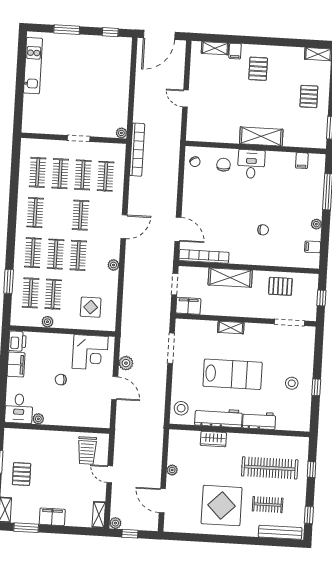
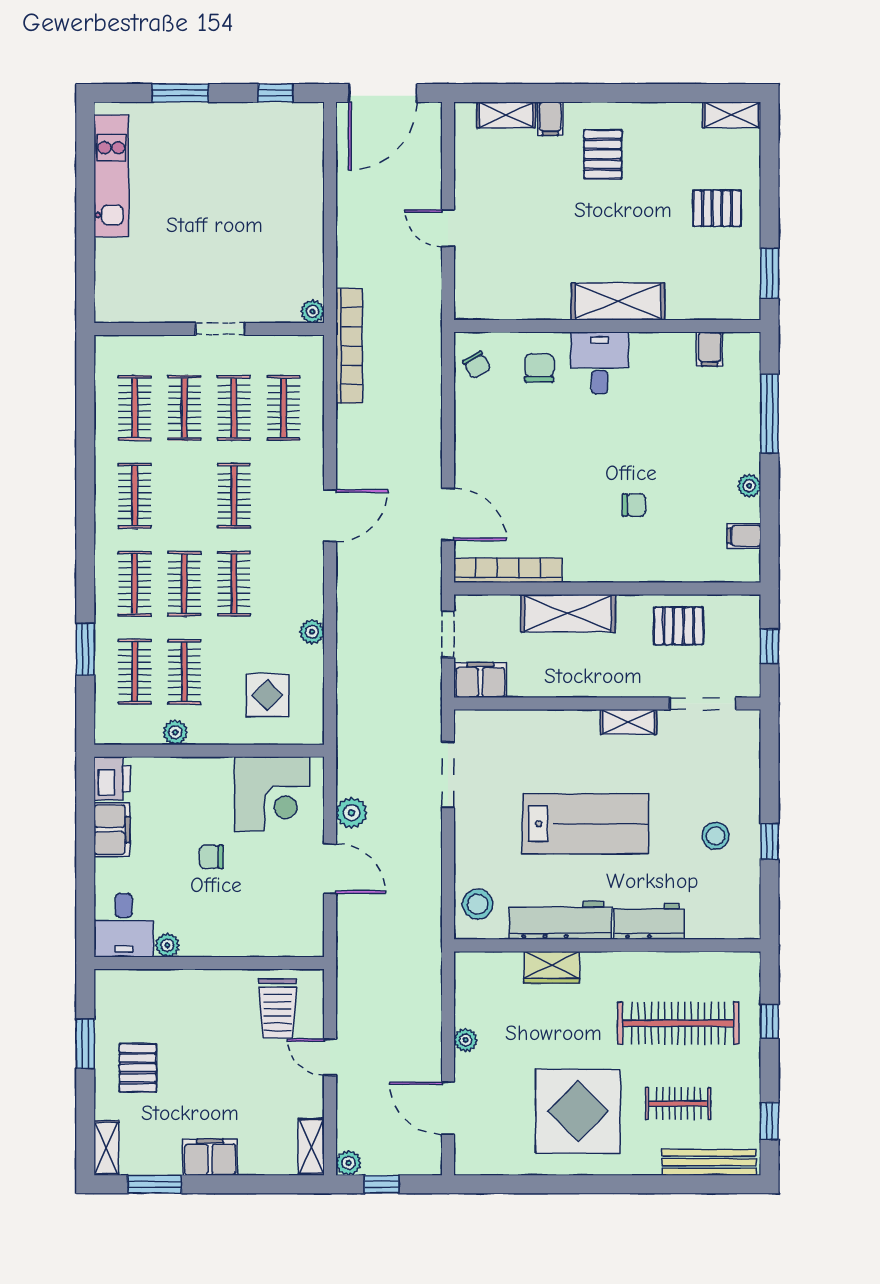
pallet: (309, 96) -> (717, 208), turned 90
plant: (113, 265) -> (312, 632), moved
shelving: (231, 328) -> (629, 722), moved

